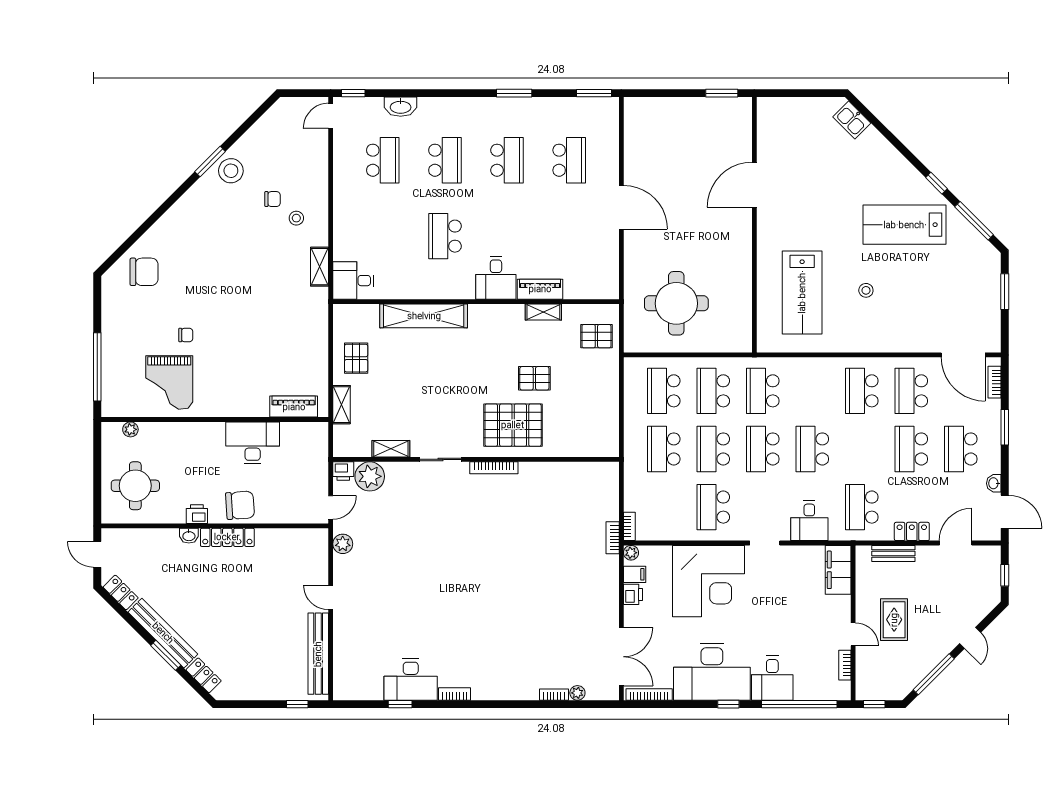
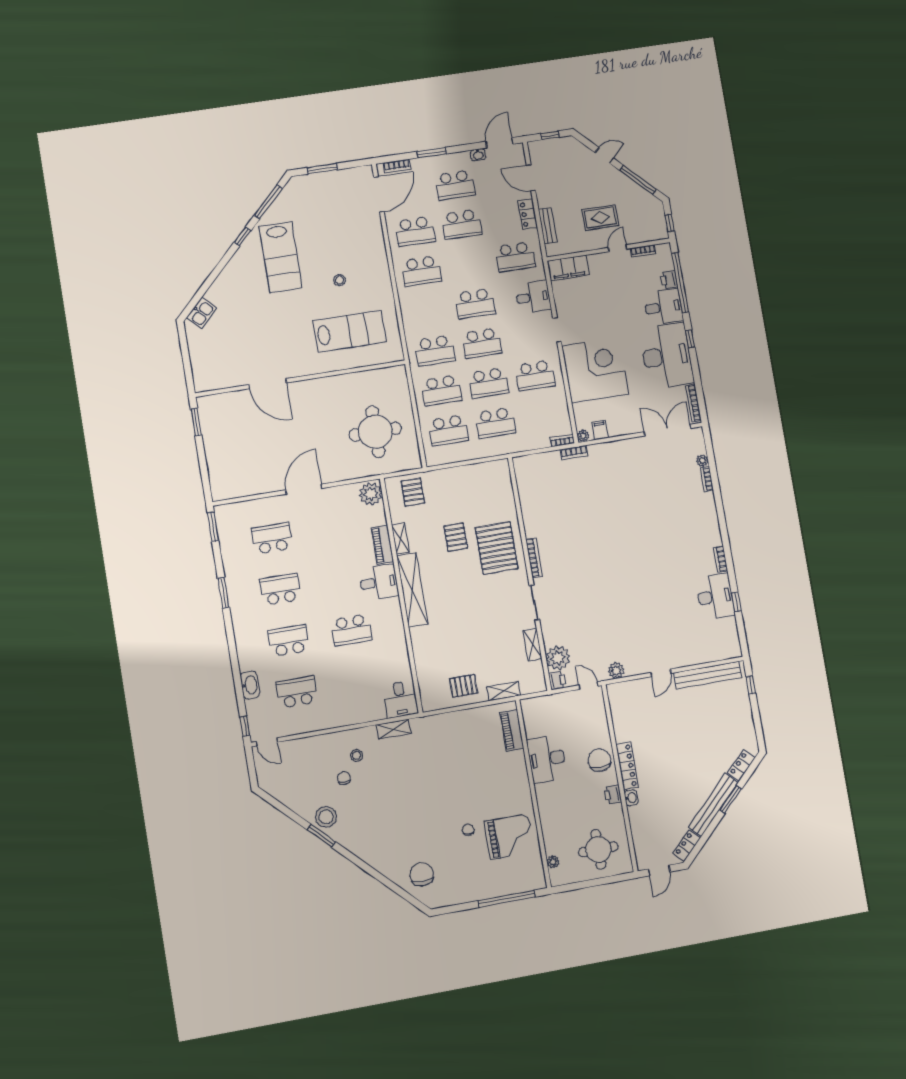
plant: (603, 286) -> (371, 494), added
shelving: (424, 316) -> (412, 590), moved
printer: (633, 594) -> (669, 280), moved, turned -90

